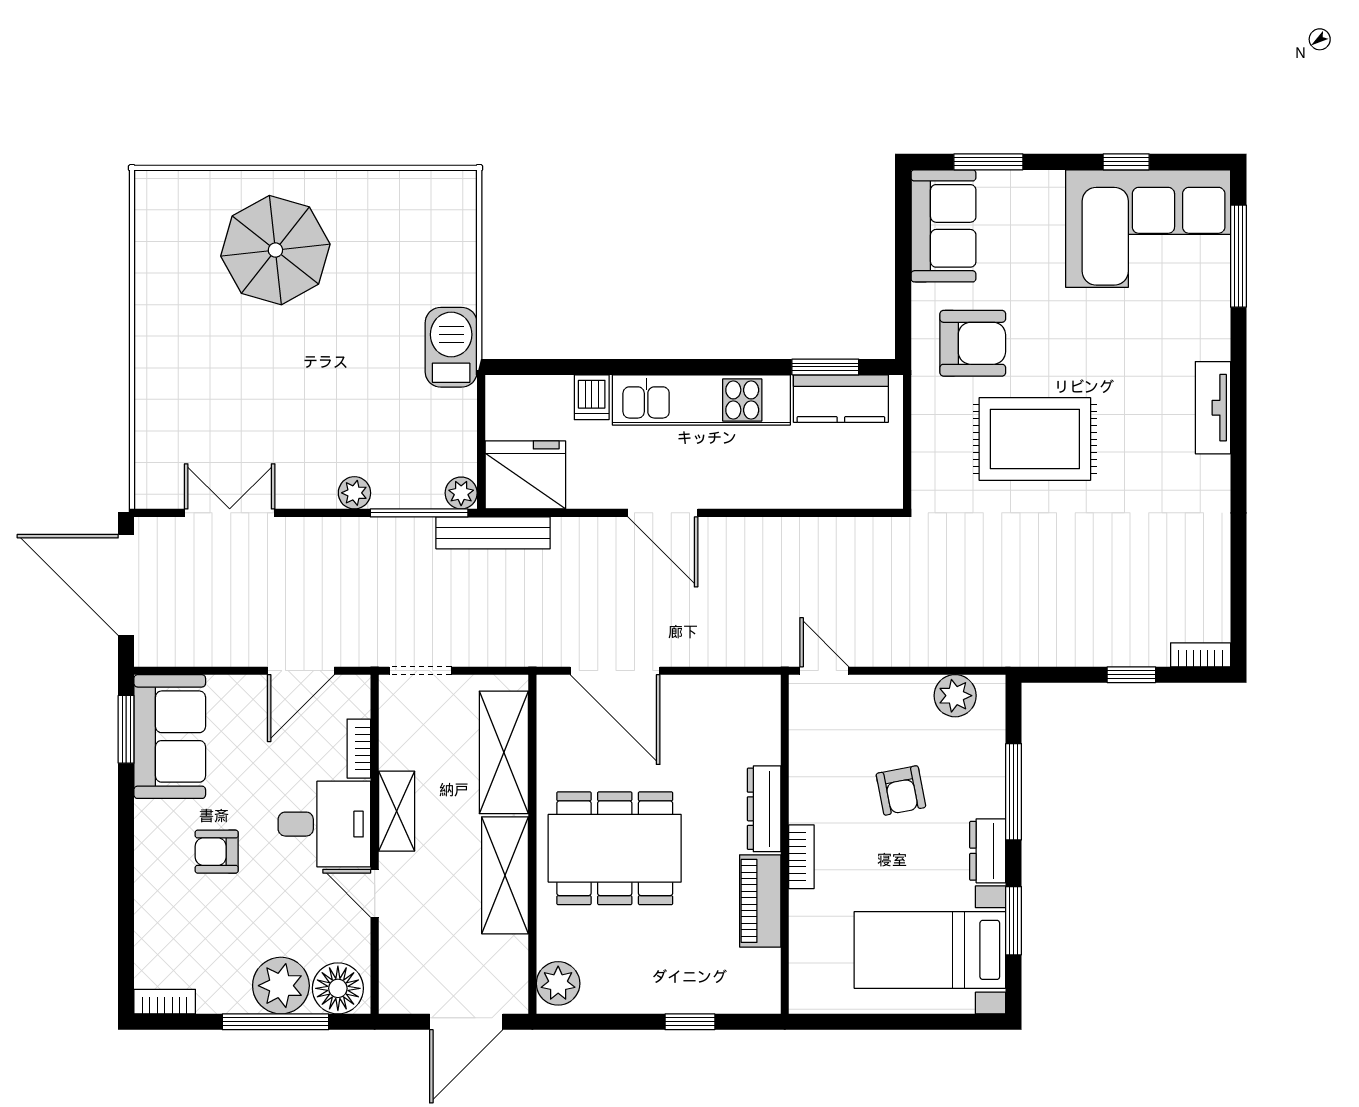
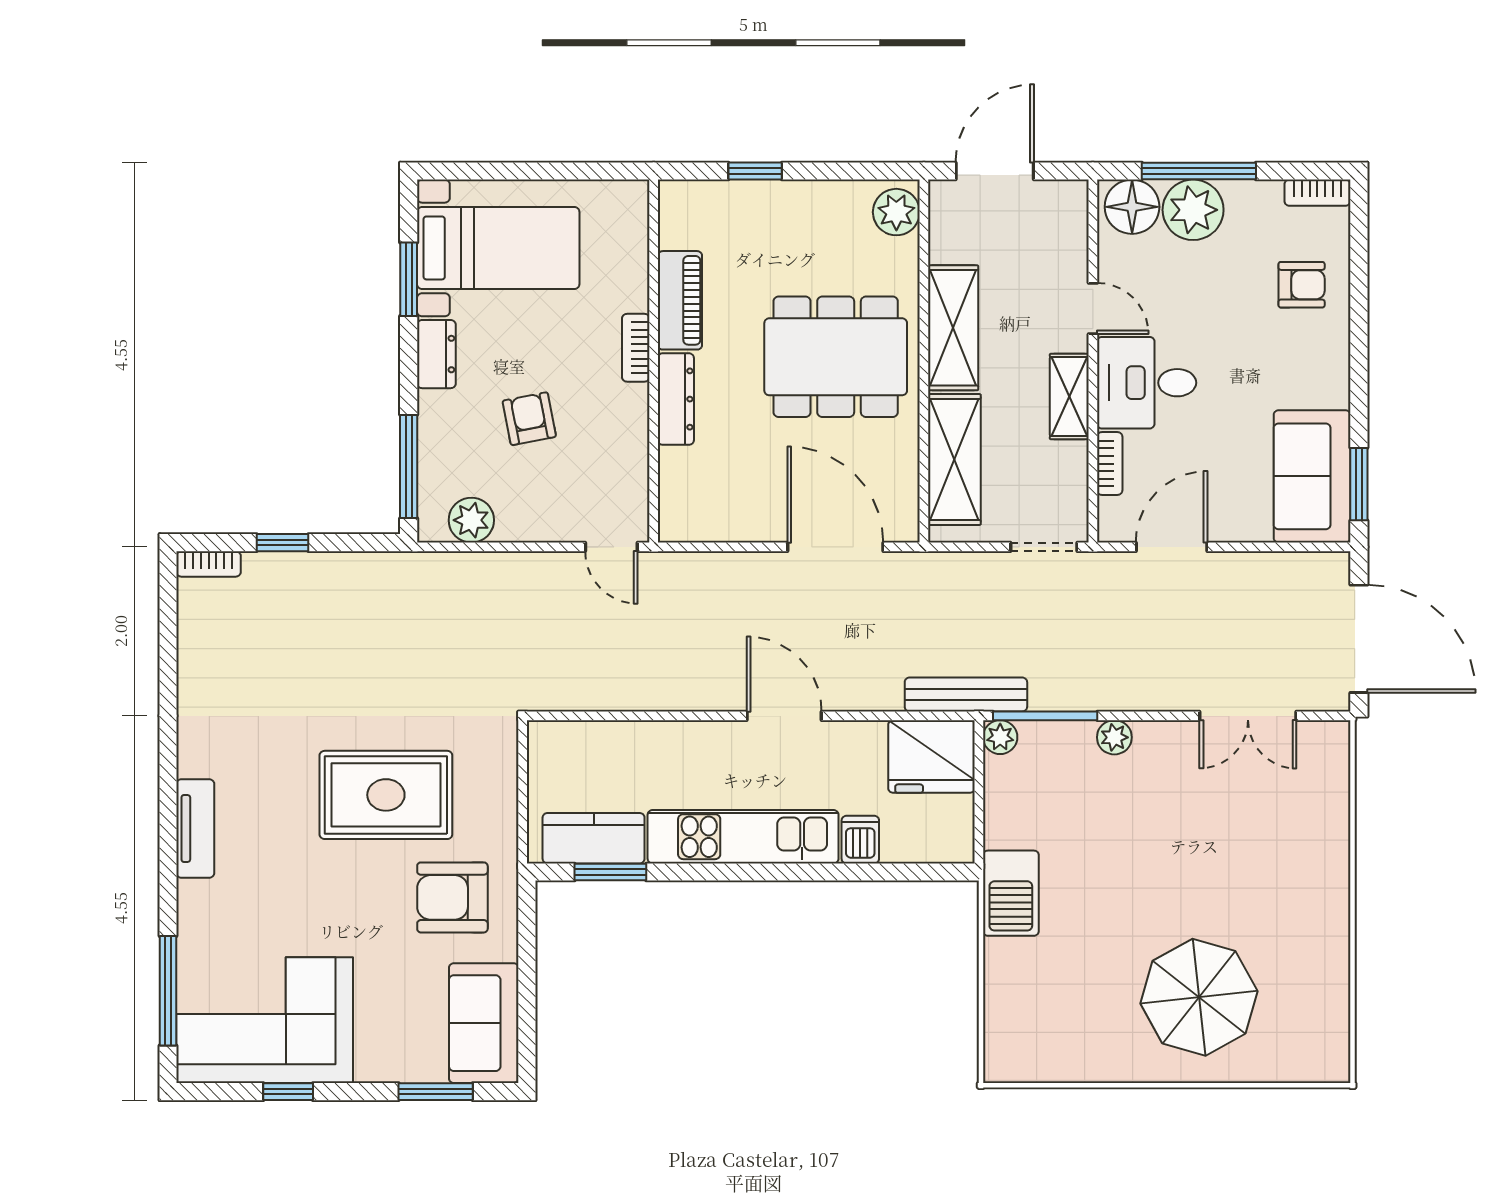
window: (1014, 792) -> (409, 466), moved
armchair: (217, 852) -> (1302, 285), moved

